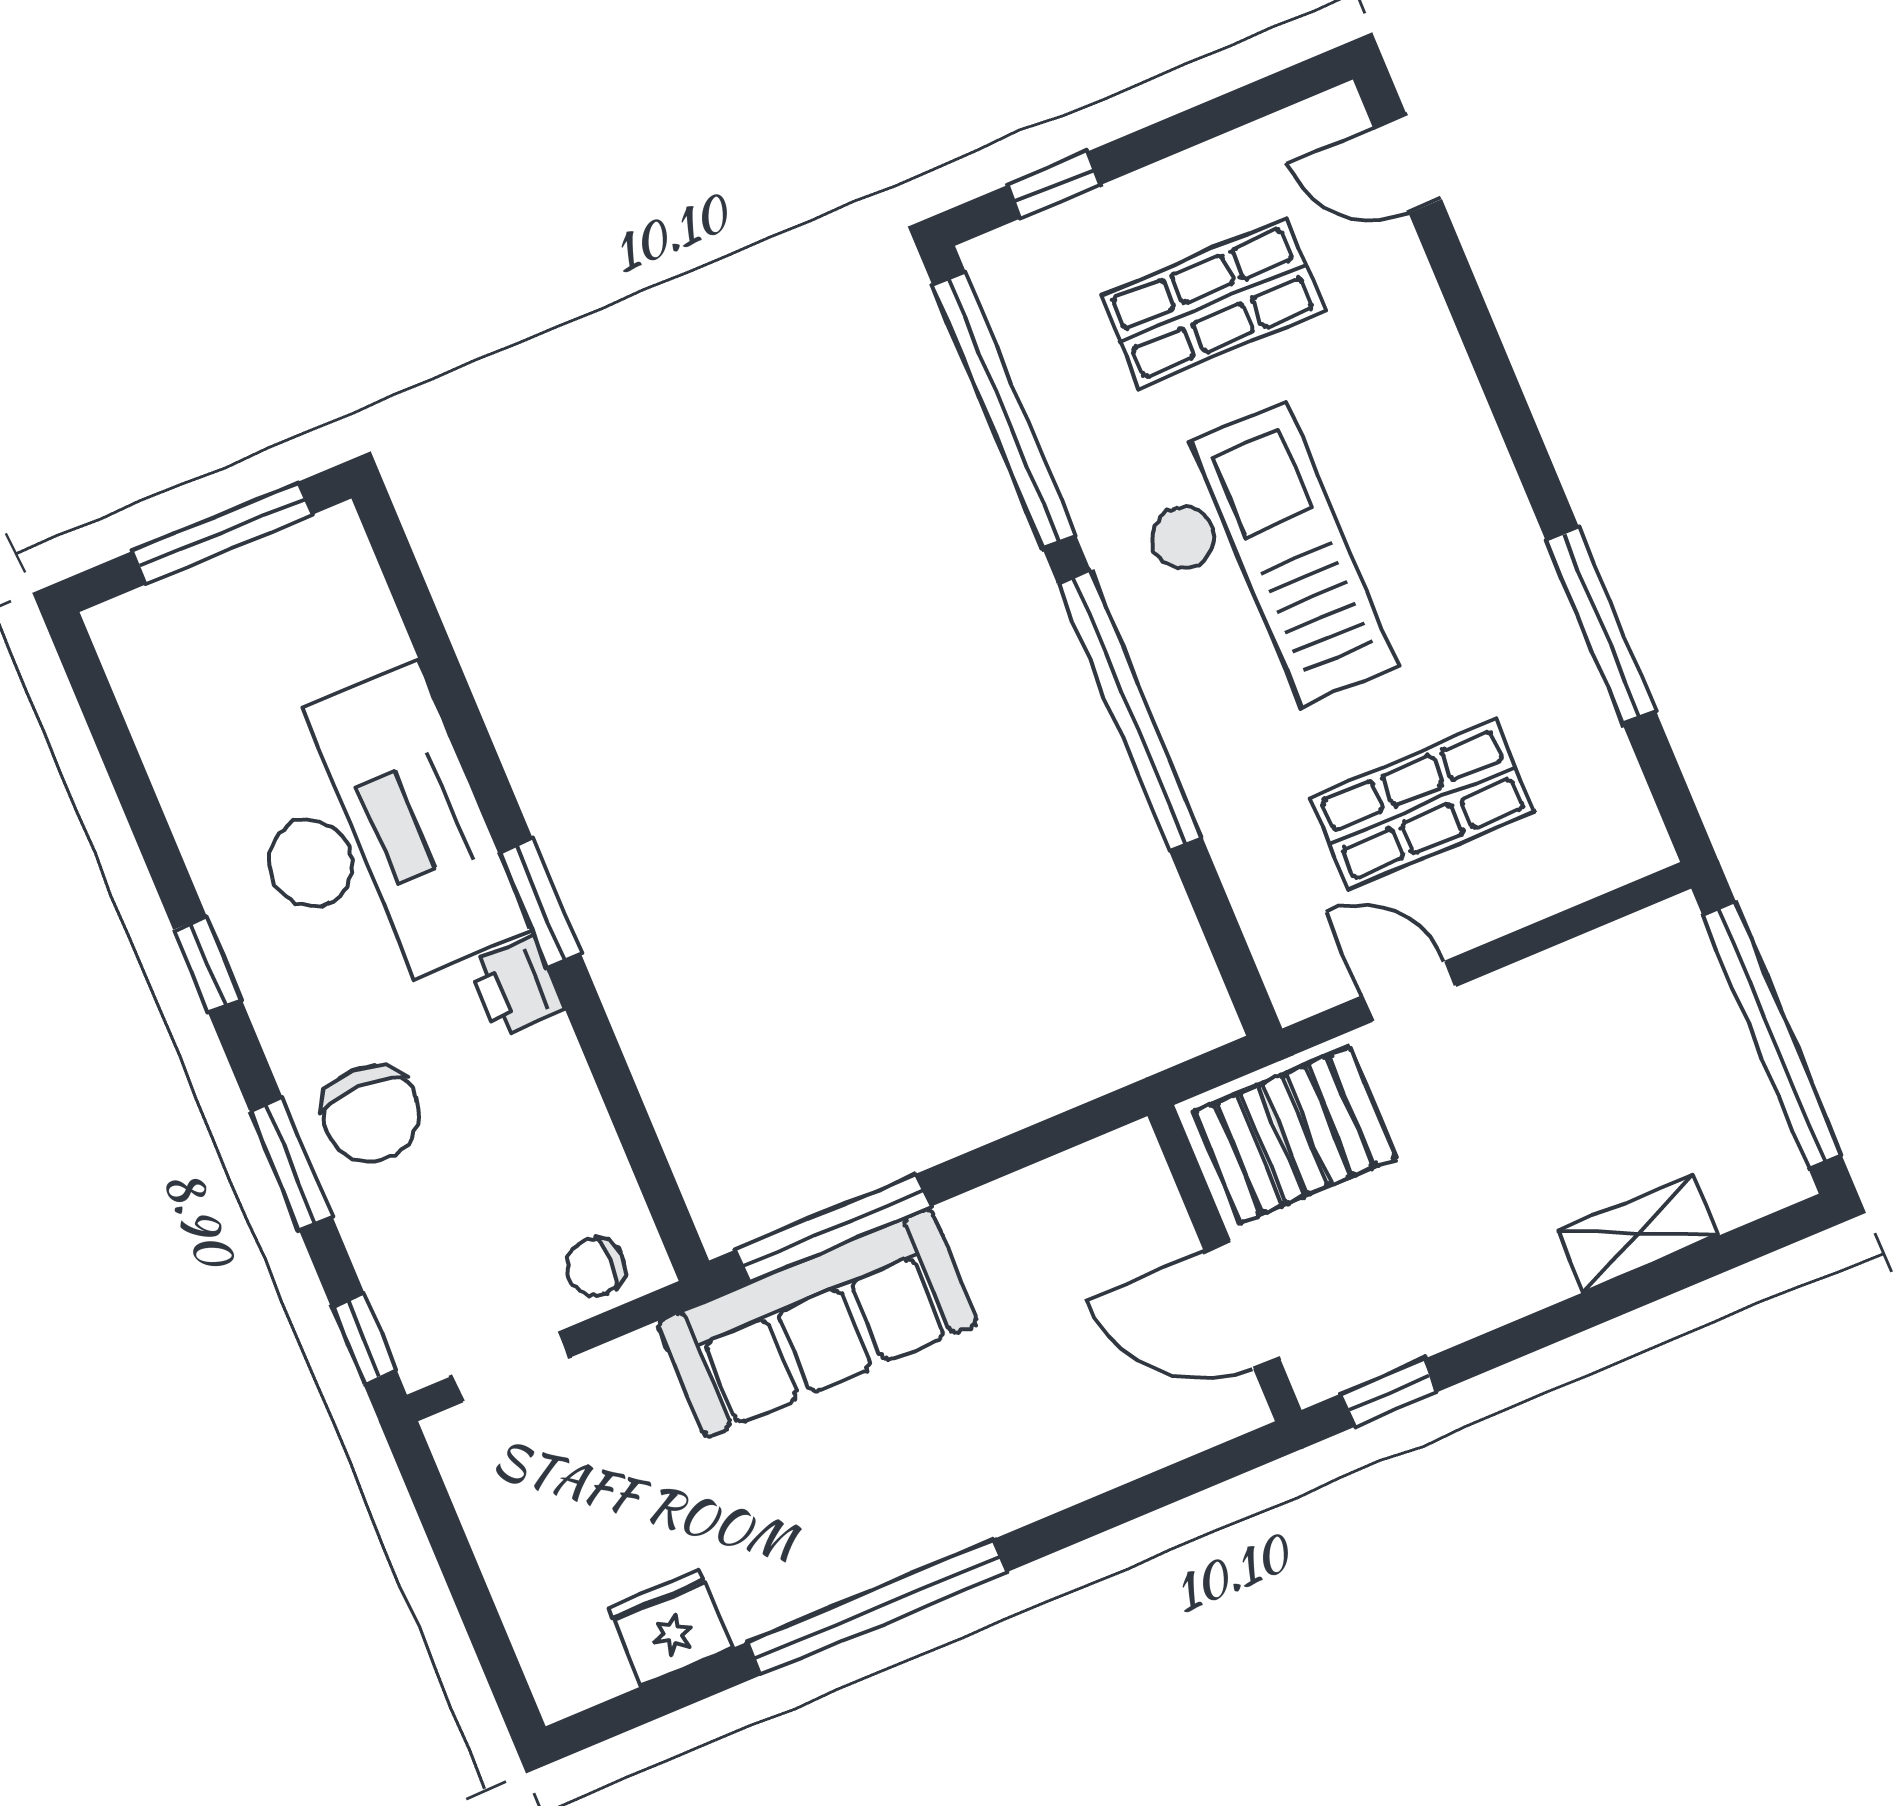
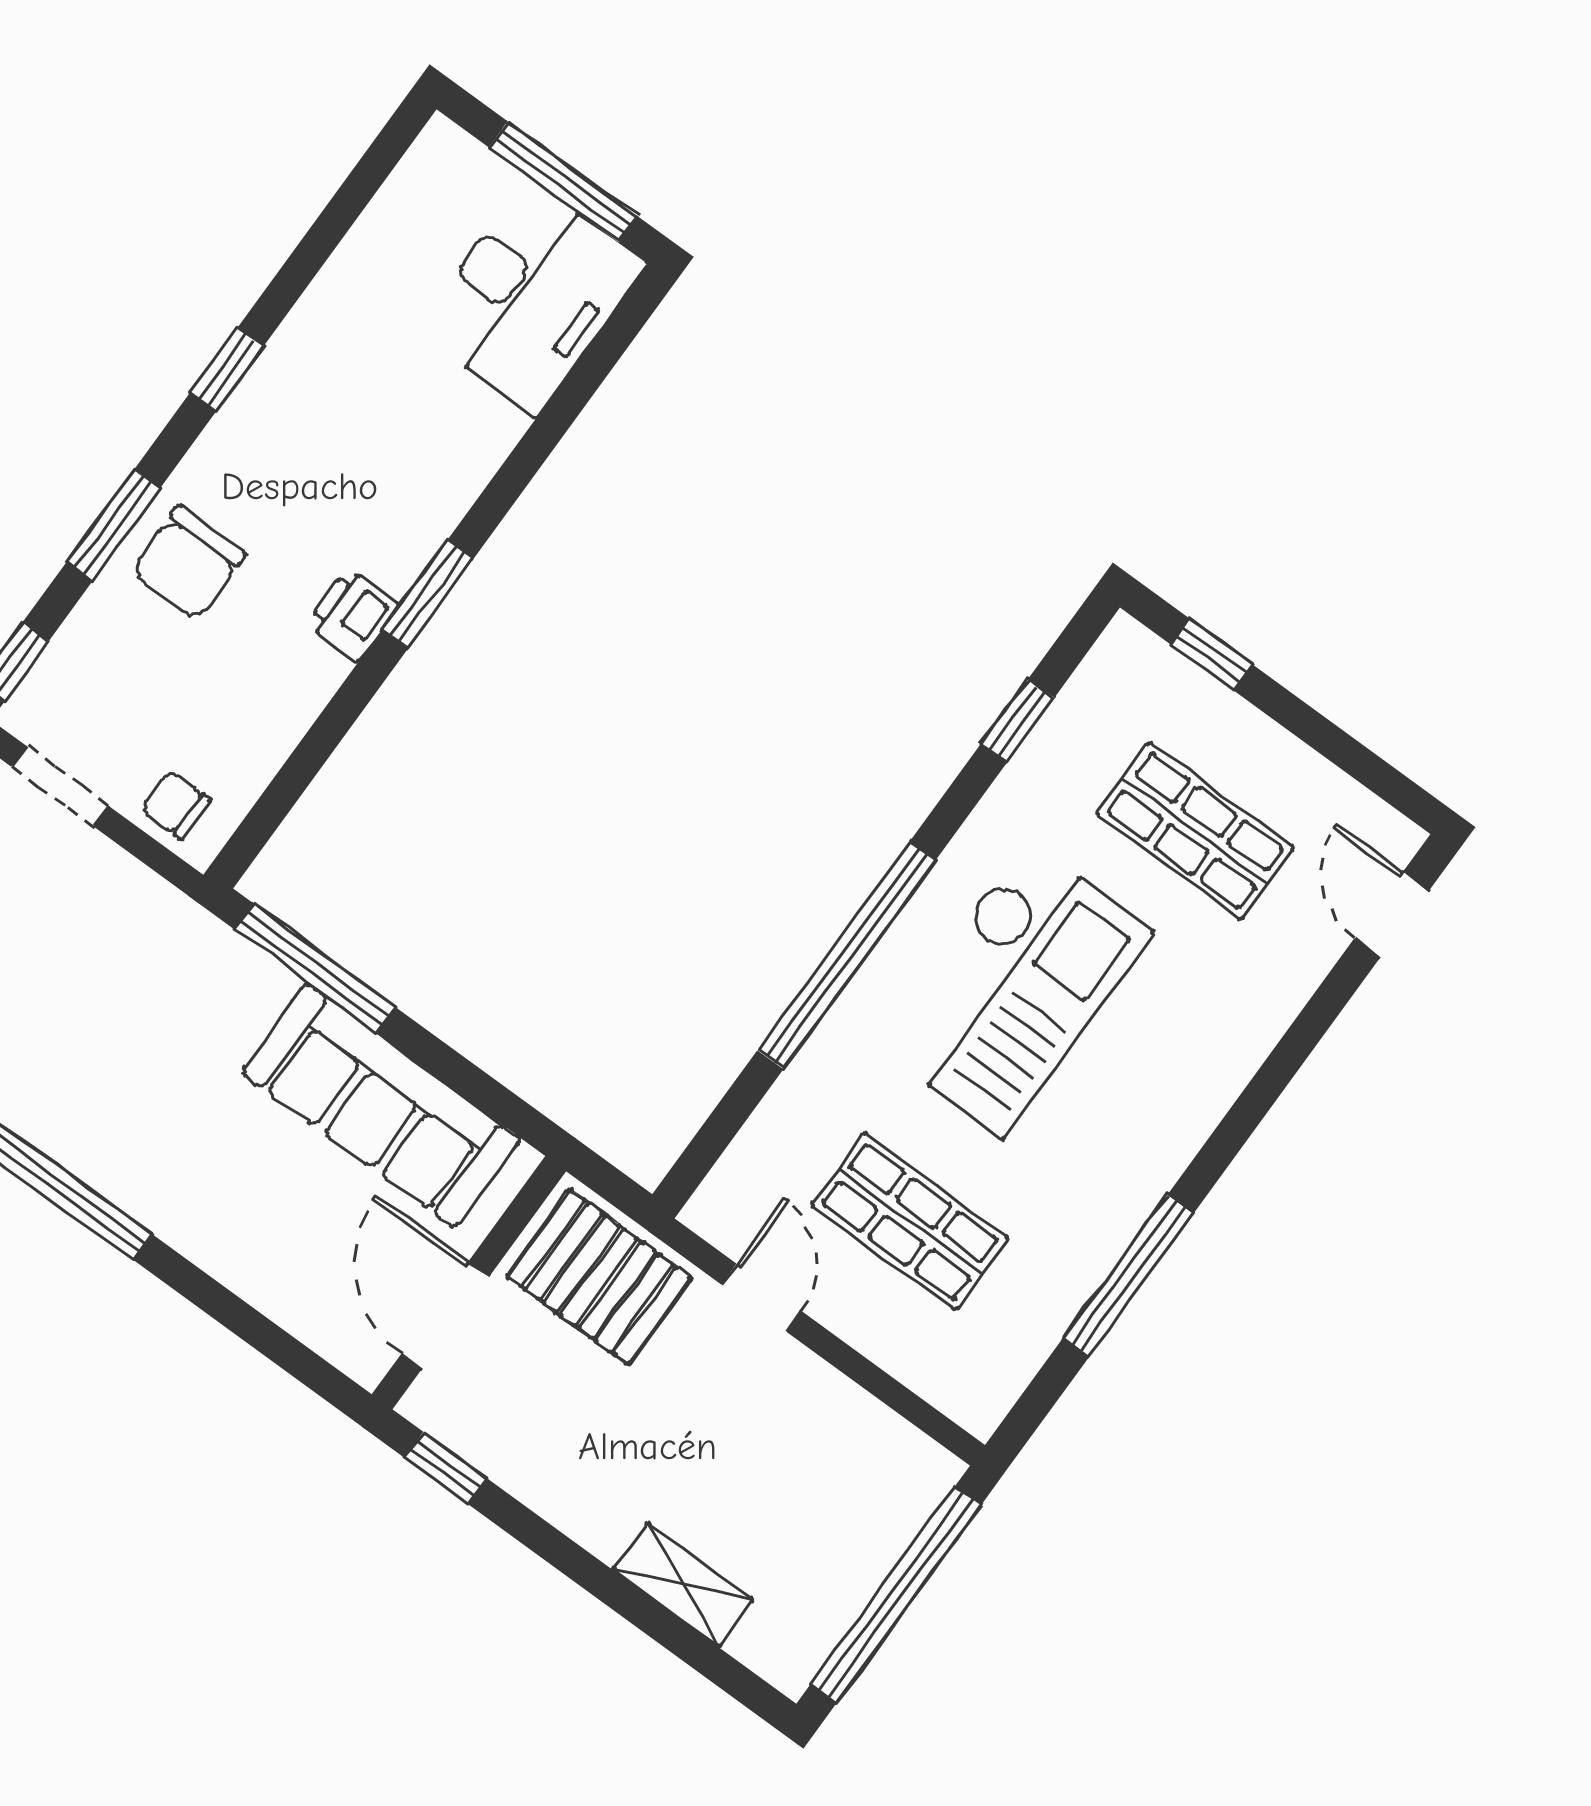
window: (1004, 410) -> (1018, 721), width x0.32
desk: (374, 837) -> (531, 297), moved, width x0.73, depth x0.77
sofa: (817, 1323) -> (381, 1106), moved

